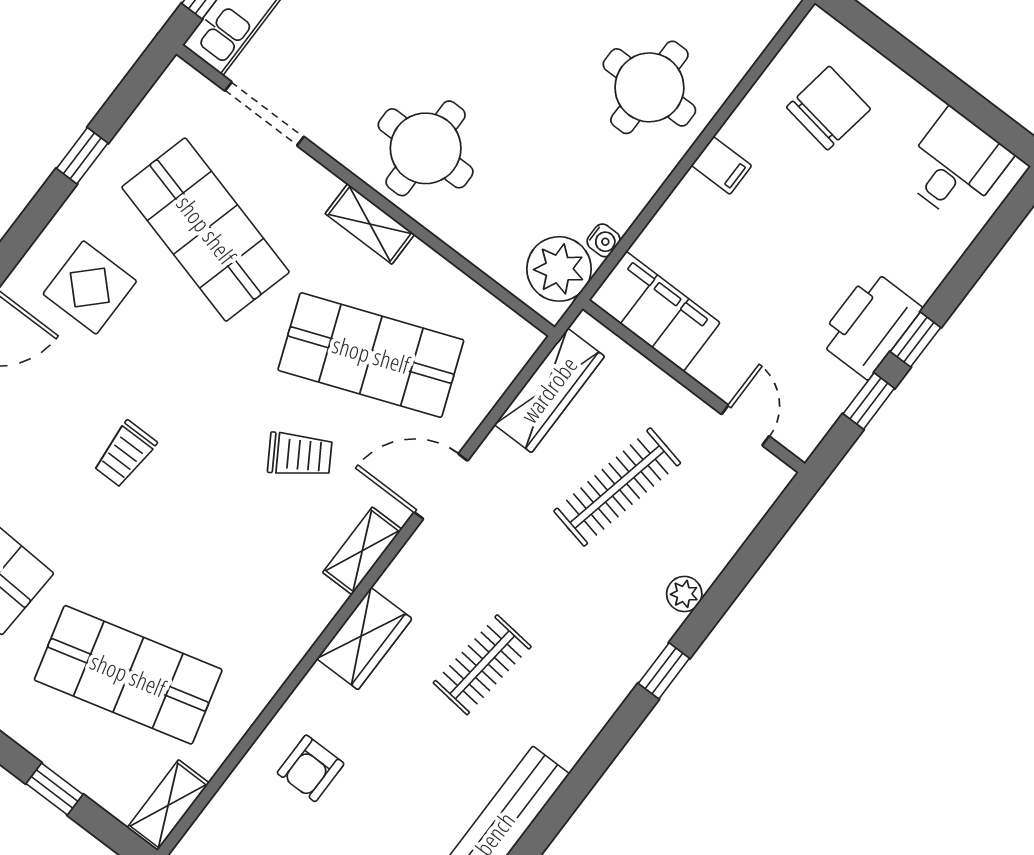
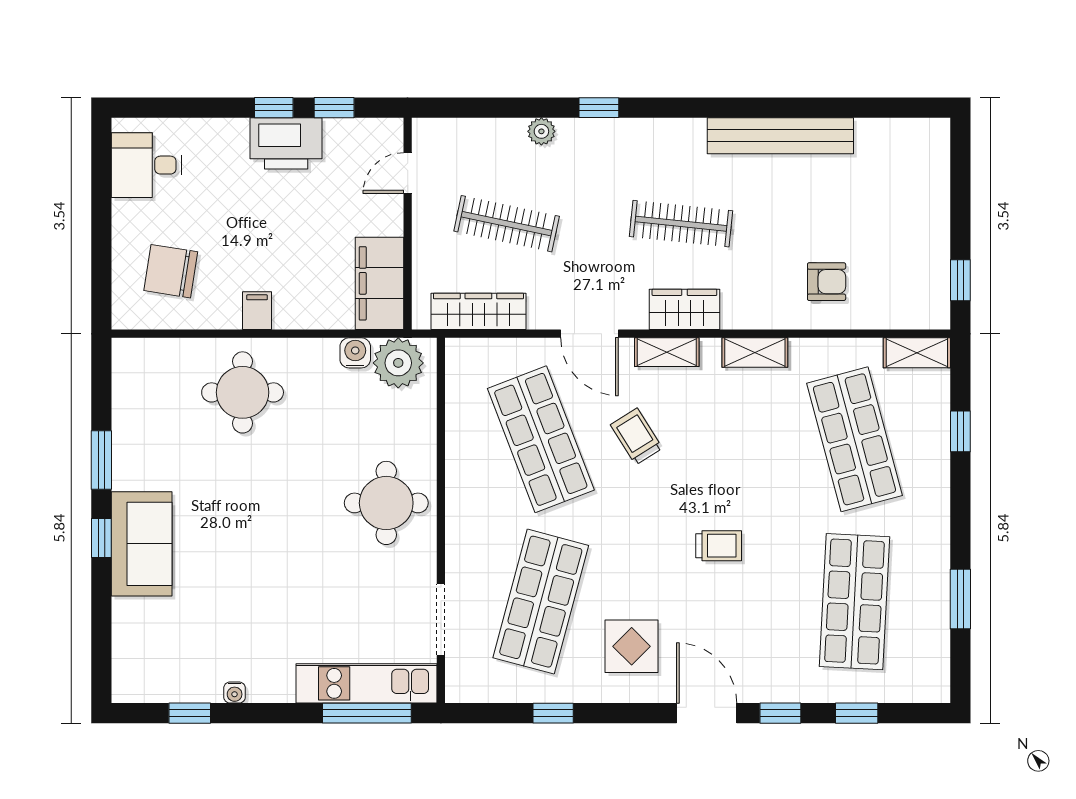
shelving: (370, 224) -> (755, 352), moved, turned 90
water cooler: (604, 240) -> (355, 353), width x1.38, depth x1.38
wardrobe: (364, 639) -> (684, 309), moved
clothes rail: (482, 665) -> (681, 224), width x1.36

